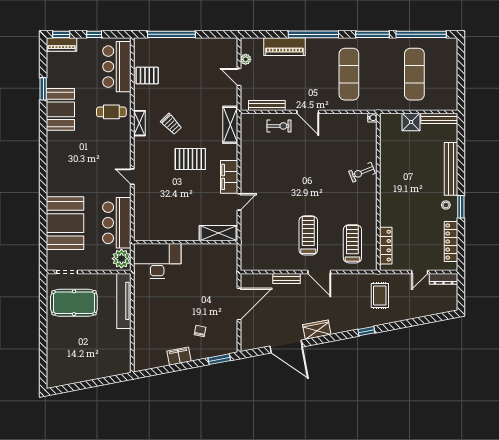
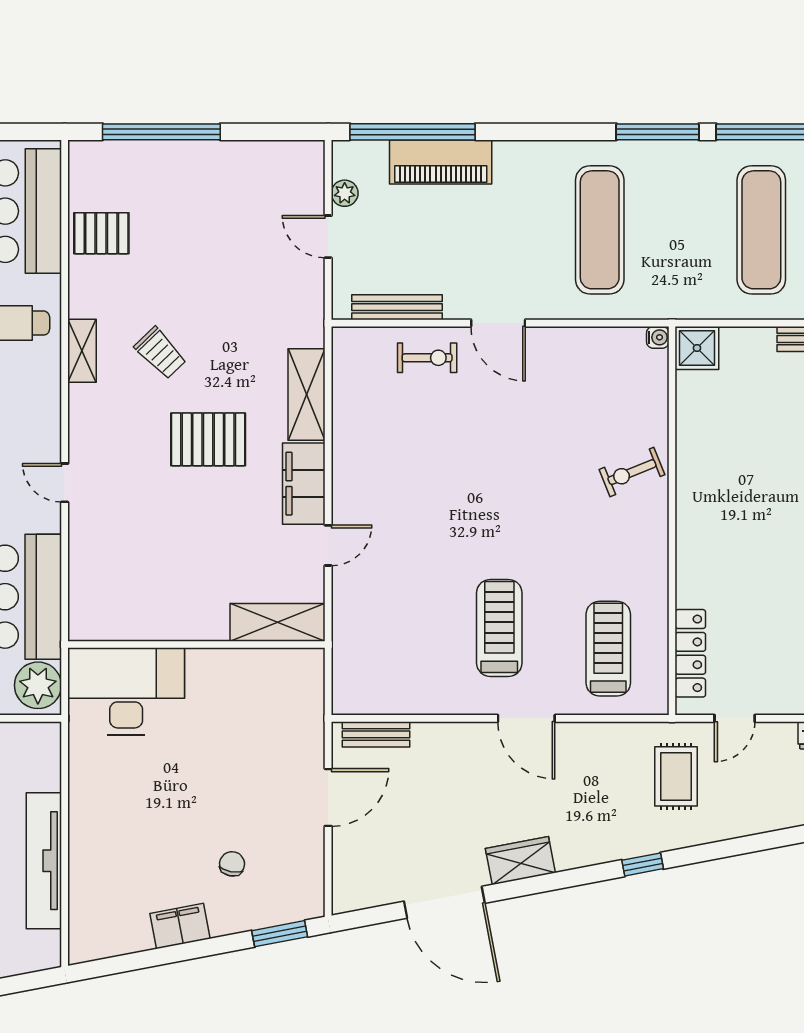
window: (313, 34) -> (412, 132), moved
shower: (411, 122) -> (697, 348), moved
shelving: (230, 125) -> (307, 394), moved
door: (420, 272) -> (735, 718), moved
bench: (287, 279) -> (376, 734), moved
tv unit: (124, 301) -> (44, 861), moved
door: (239, 304) -> (328, 797), width x0.73

